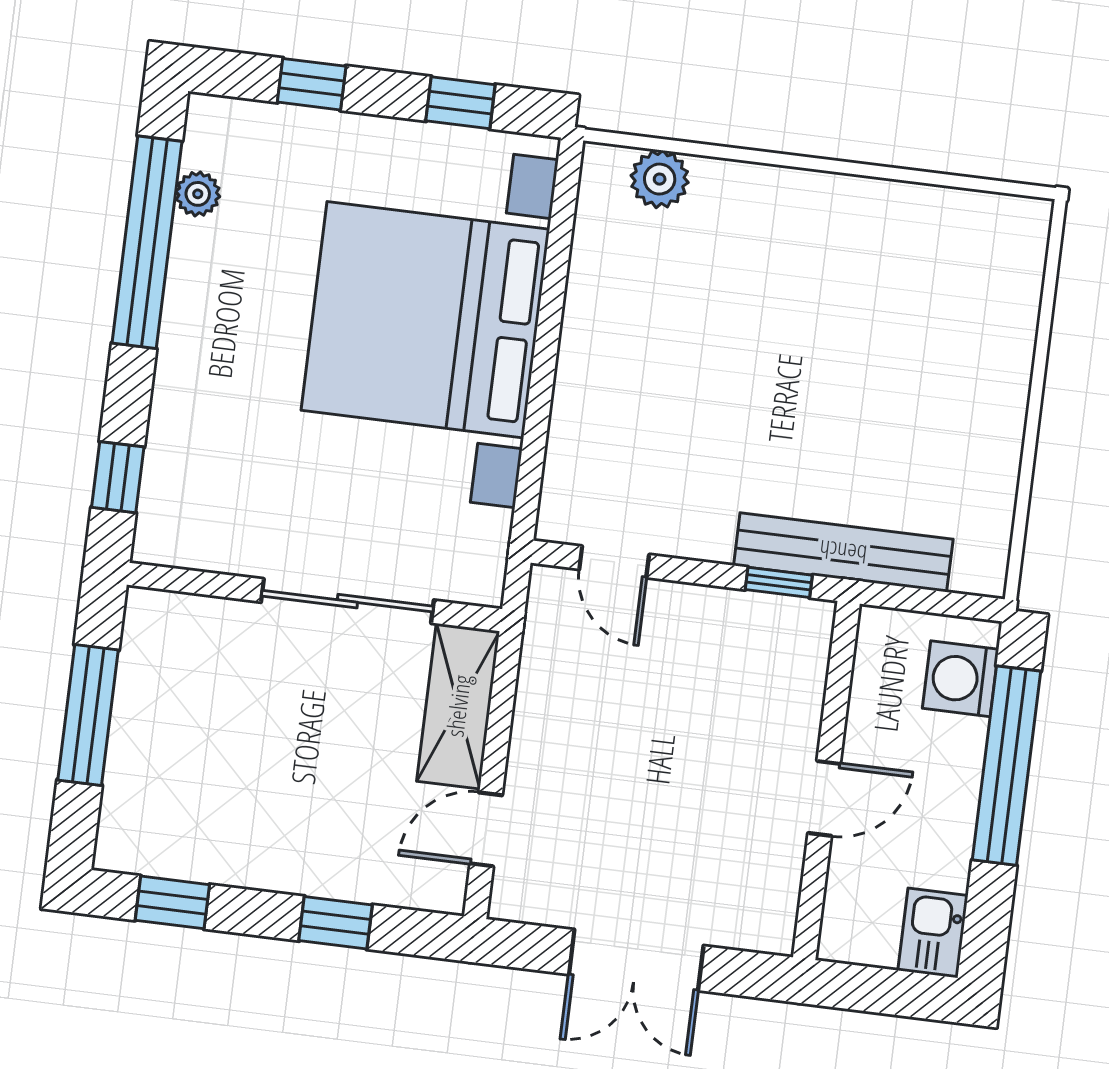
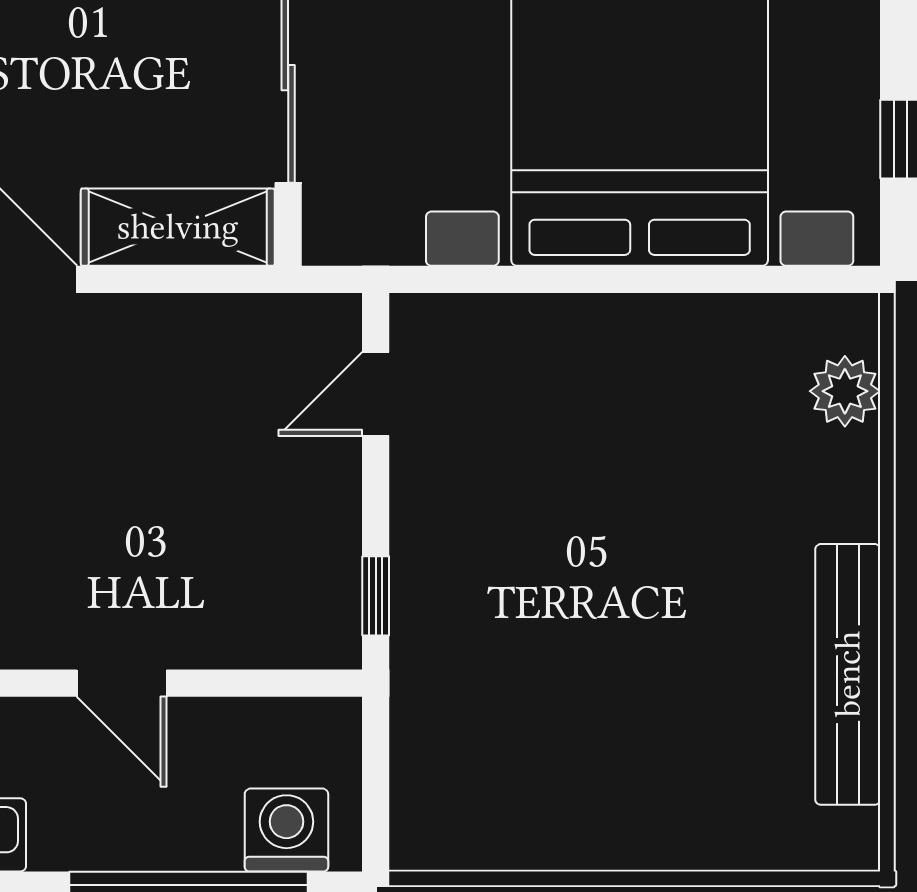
bench: (843, 552) -> (848, 674), moved

